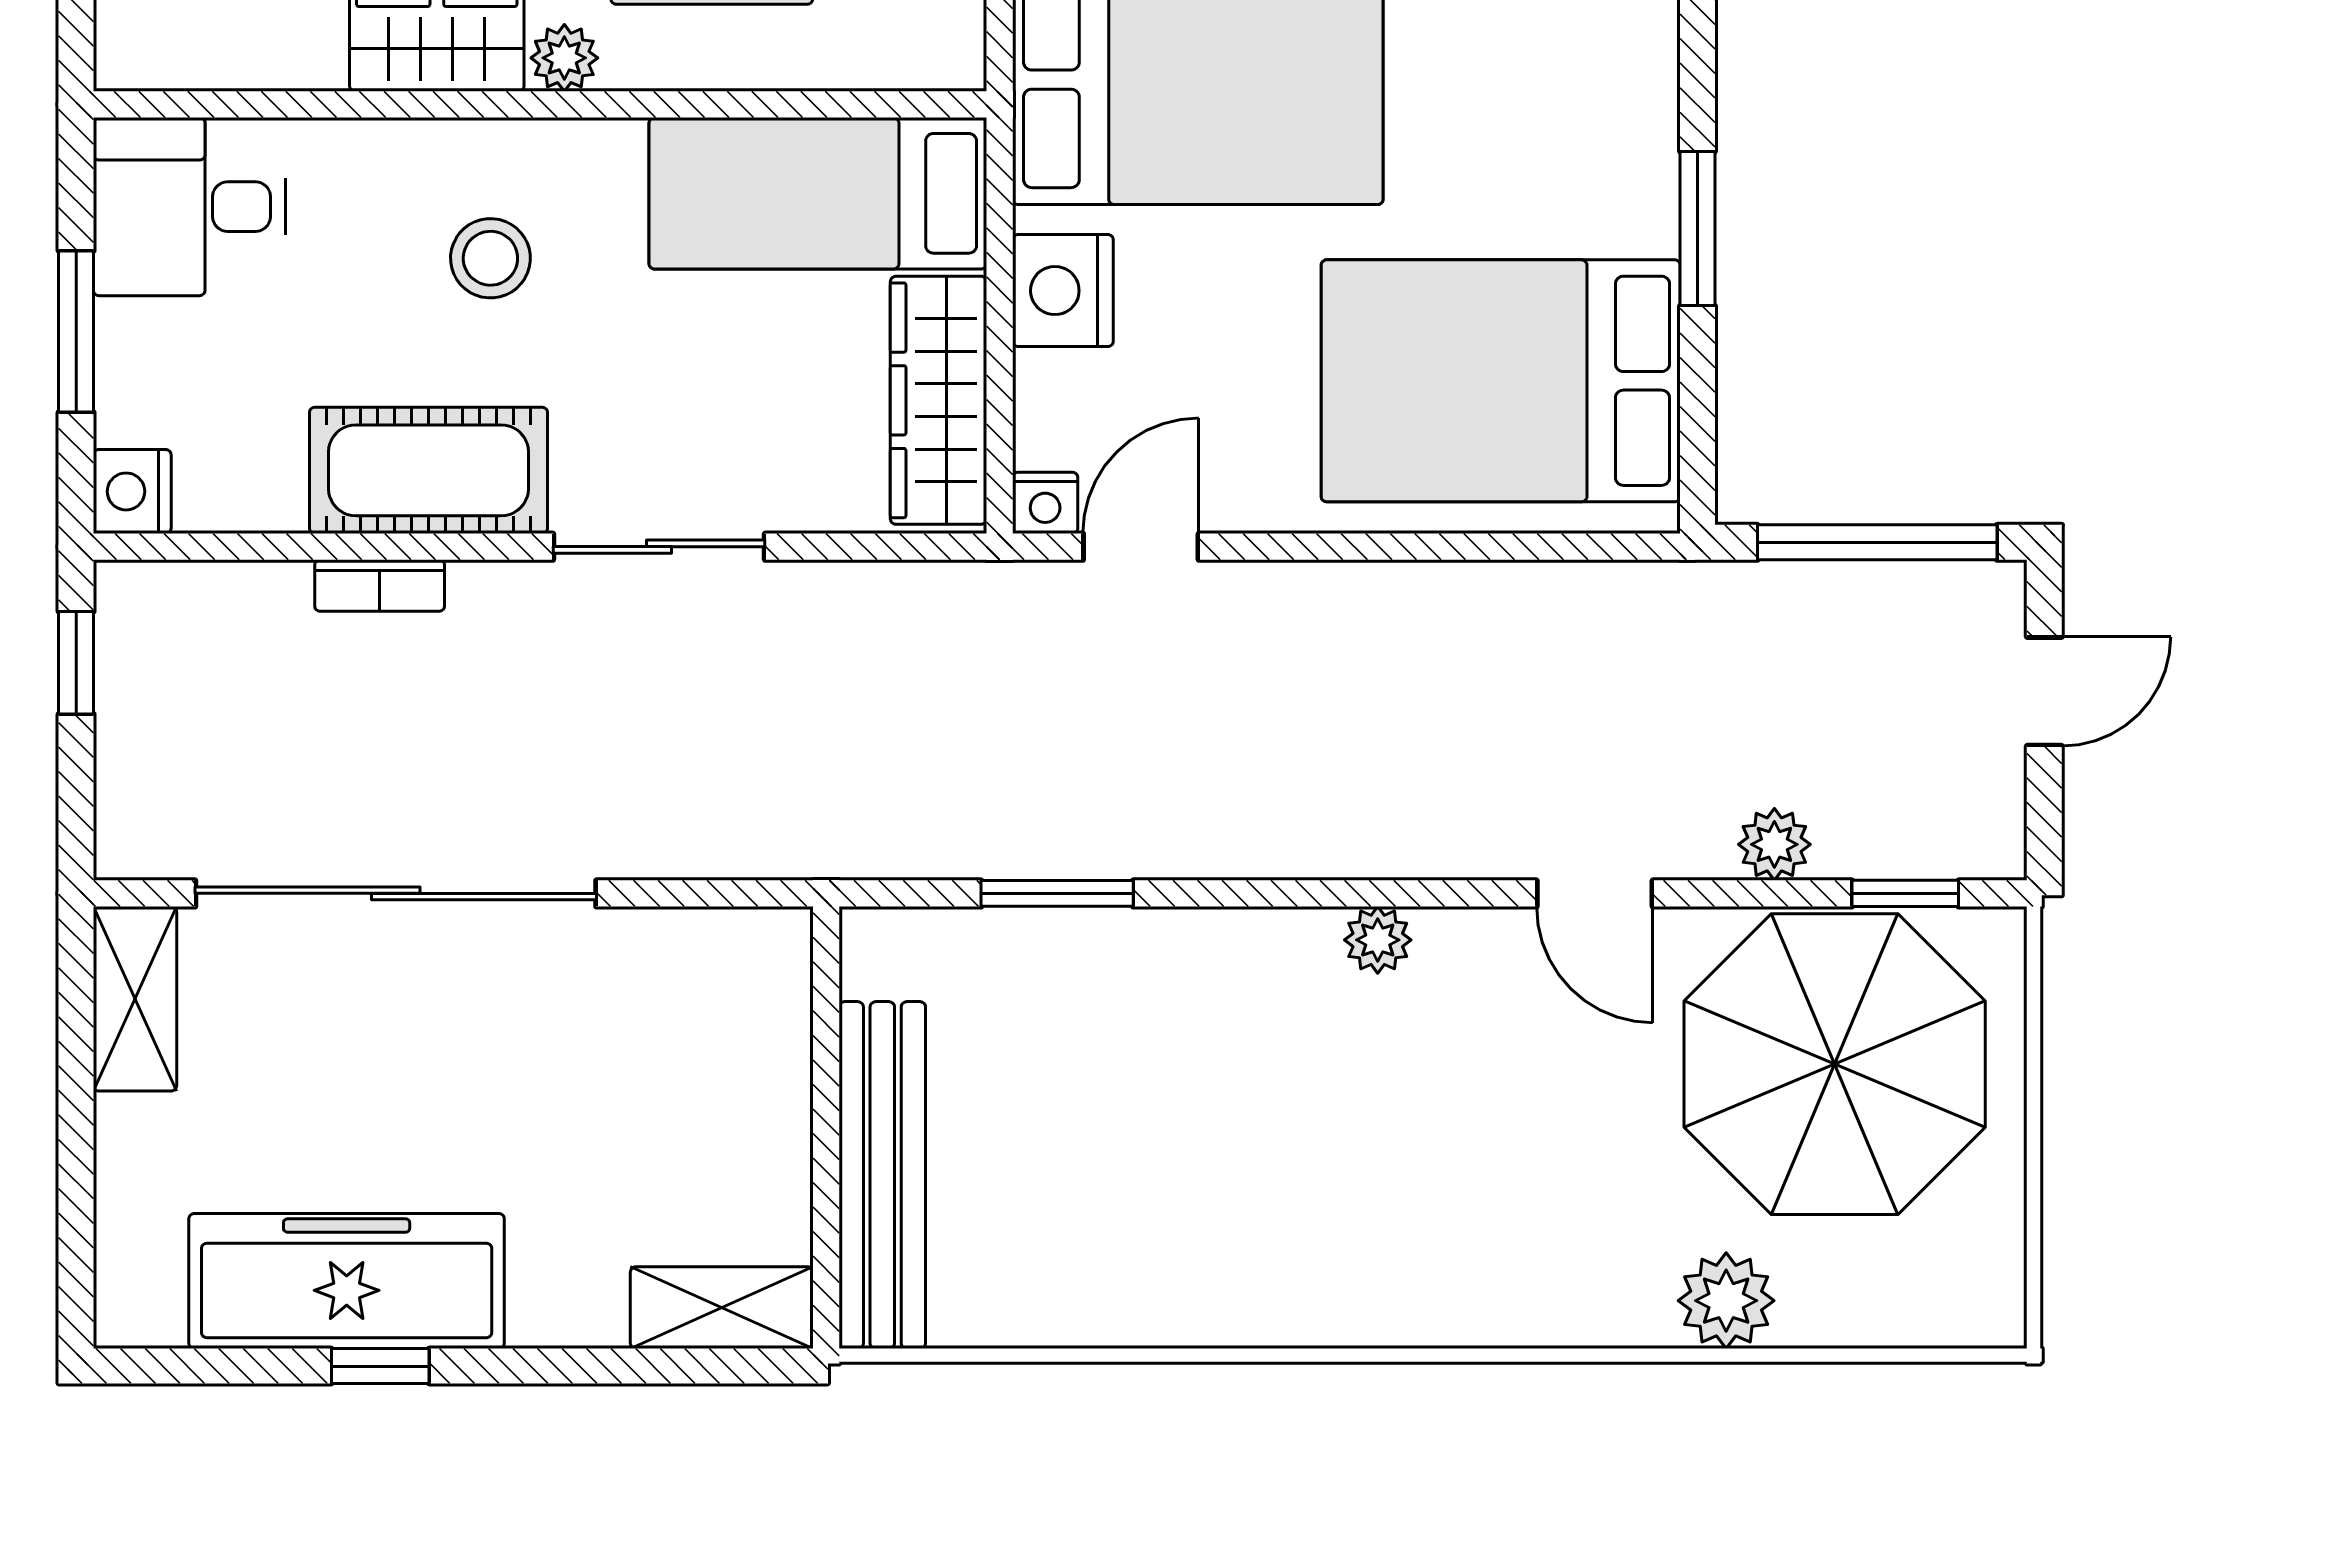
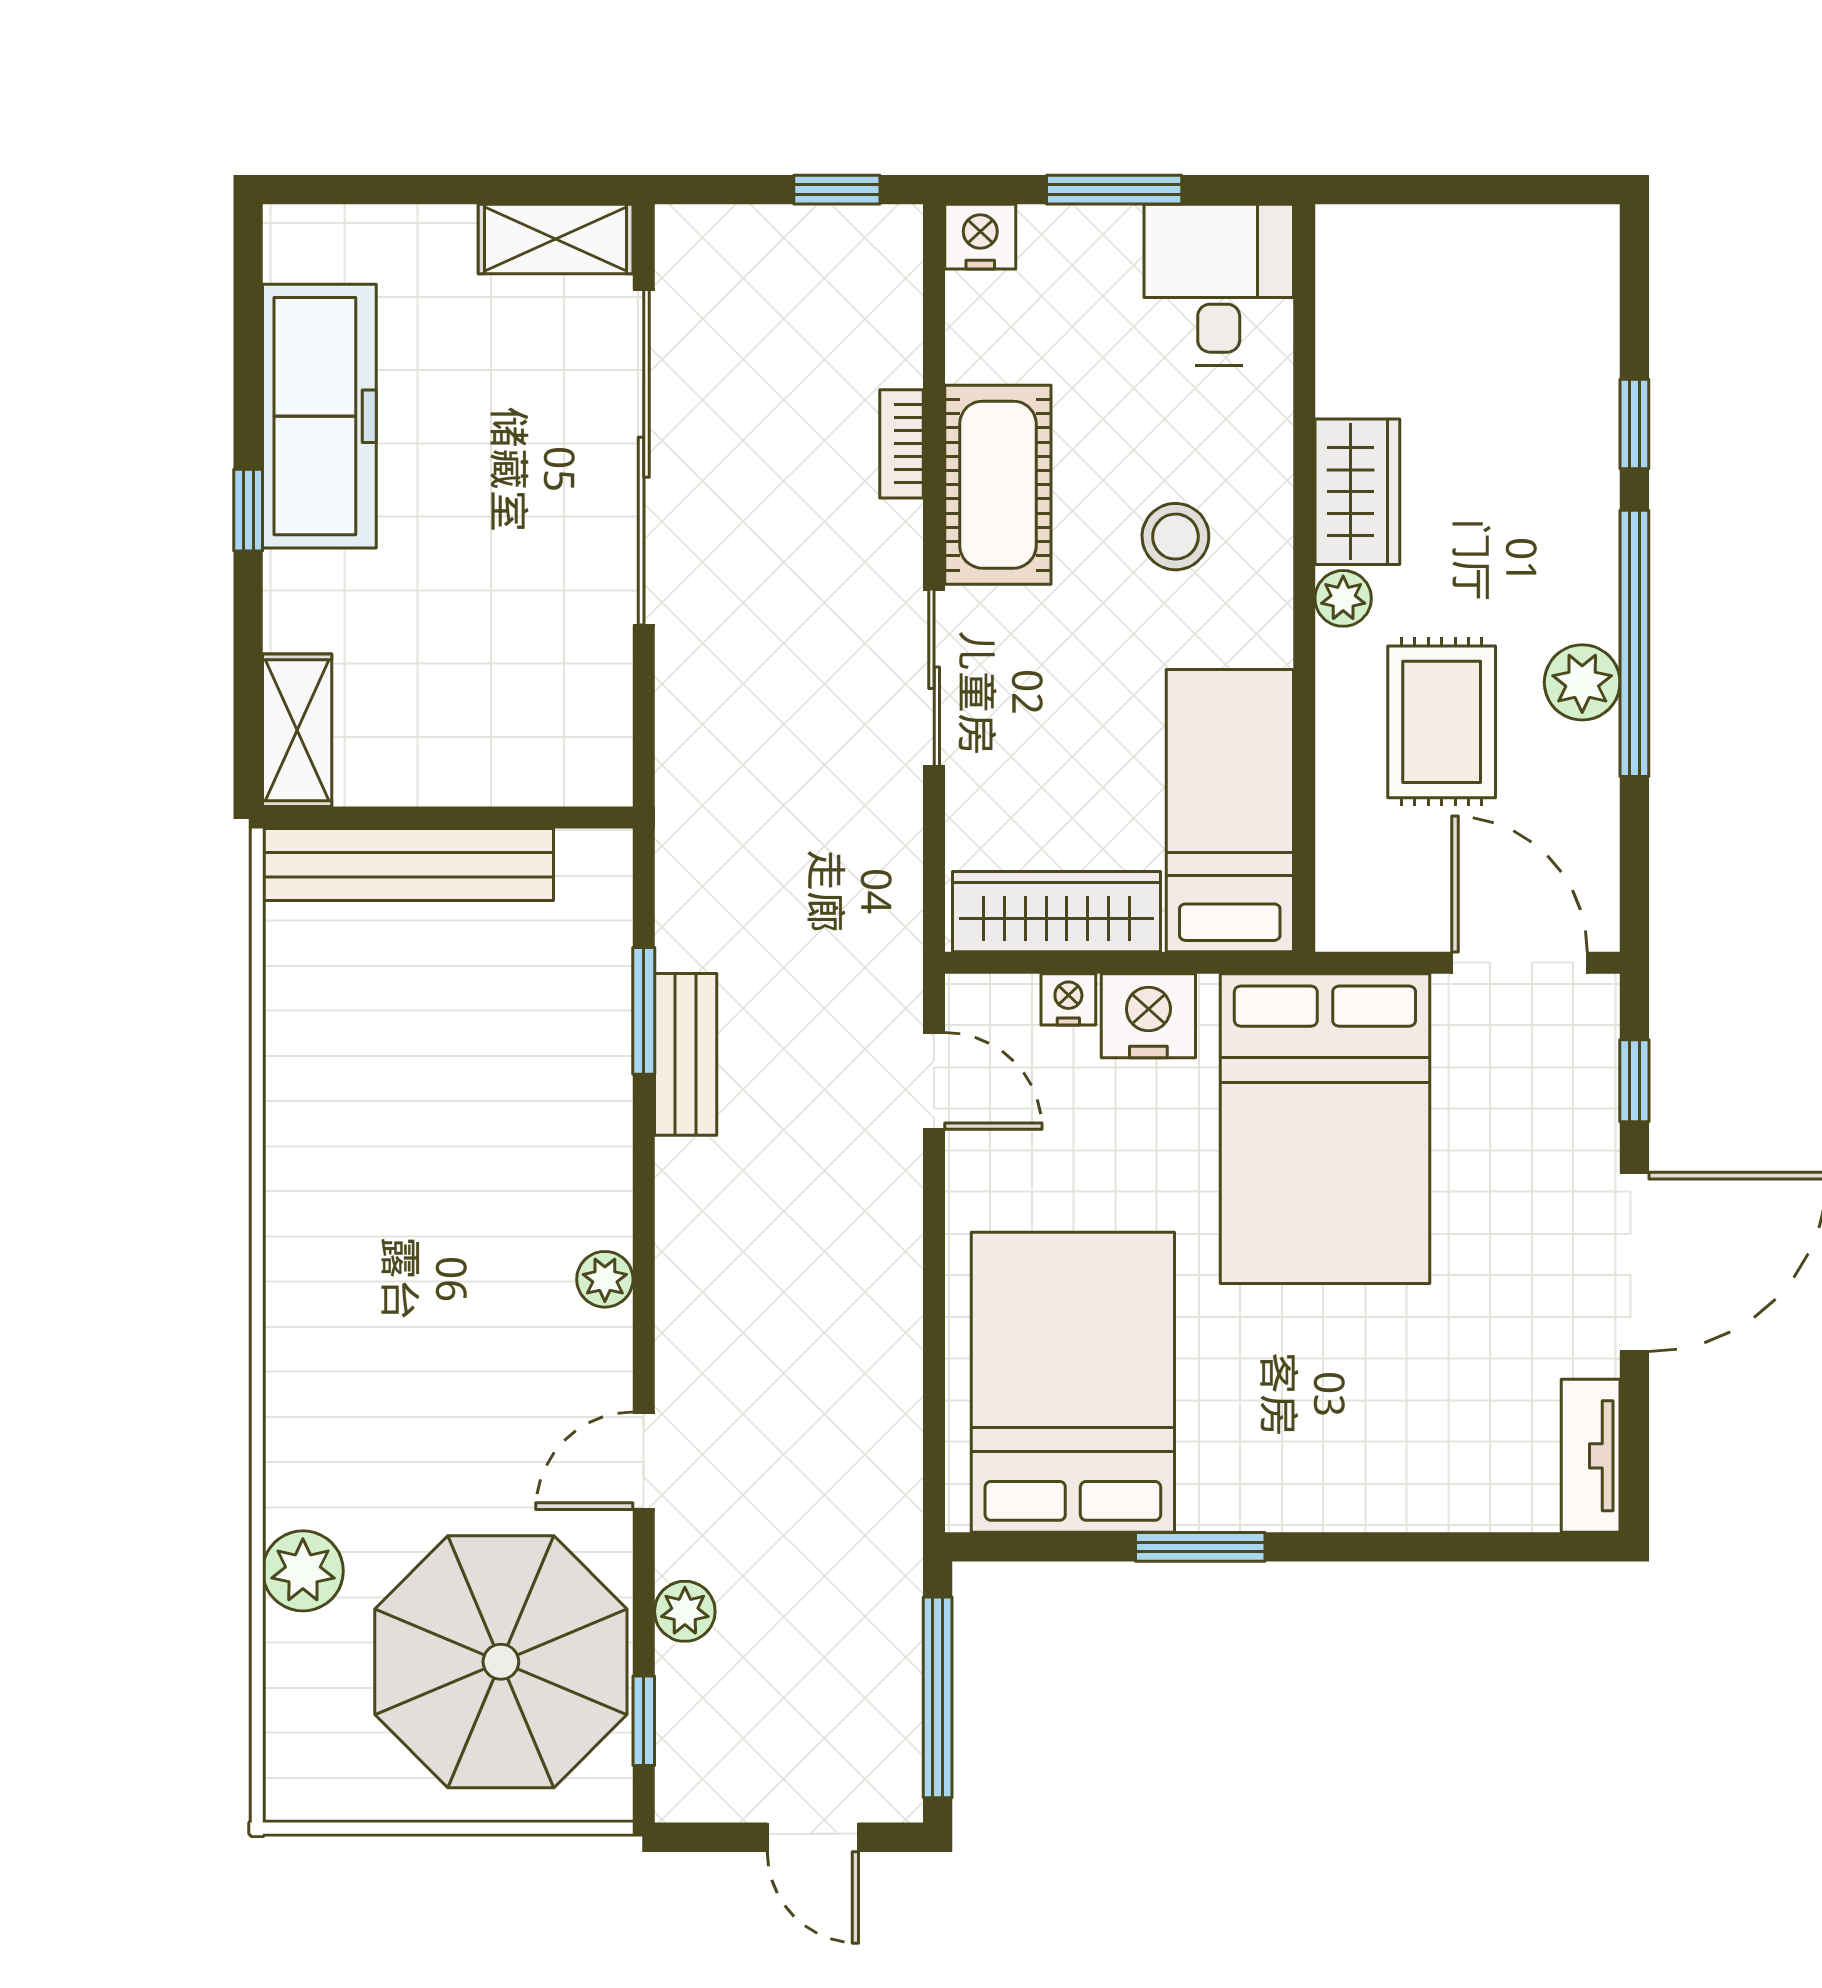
nightstand: (1045, 503) -> (1068, 999), moved, turned 90
bench: (1109, 843) -> (686, 1054), added
window: (380, 1366) -> (248, 510), moved

